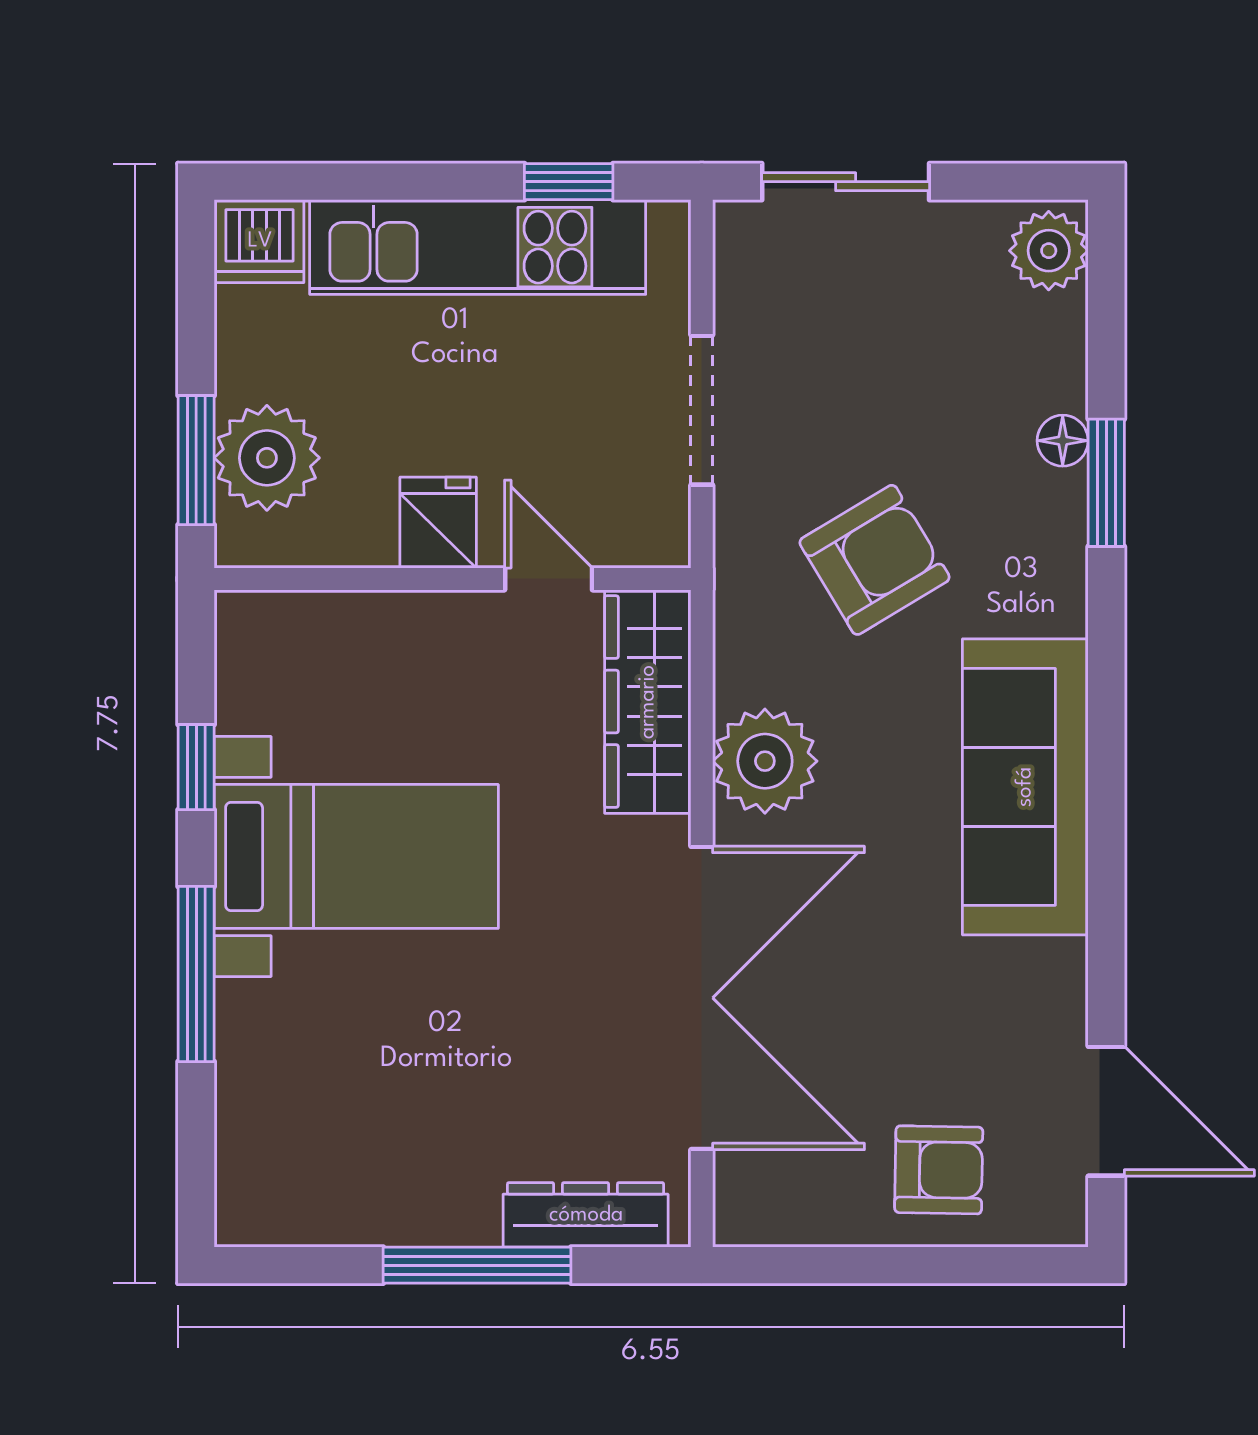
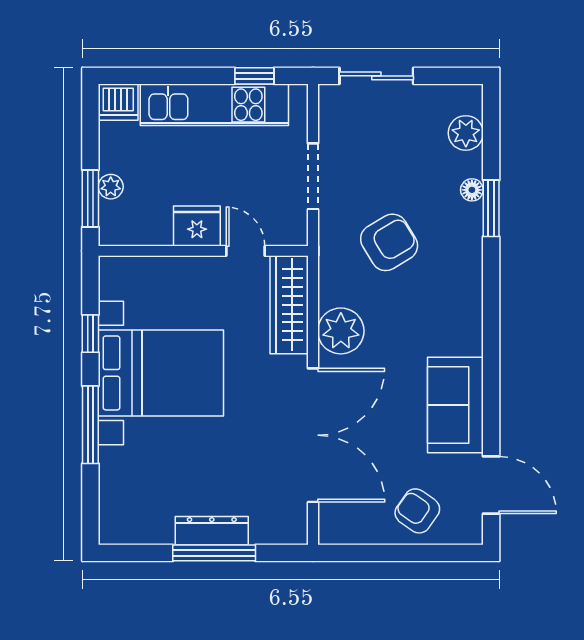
plant: (1049, 251) -> (466, 133), moved
plant: (267, 458) -> (111, 187), width x0.53, depth x0.53
fridge: (438, 523) -> (197, 226), width x1.38
sofa: (1025, 787) -> (455, 405), moved, width x0.73
bed with nightstands: (356, 856) -> (161, 373), width x1.36
armchair: (939, 1170) -> (417, 511), turned -146
dresser: (586, 1215) -> (212, 531), moved

